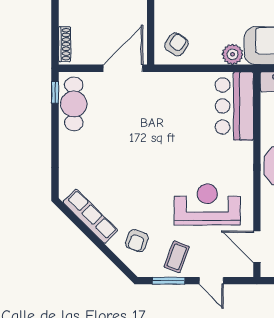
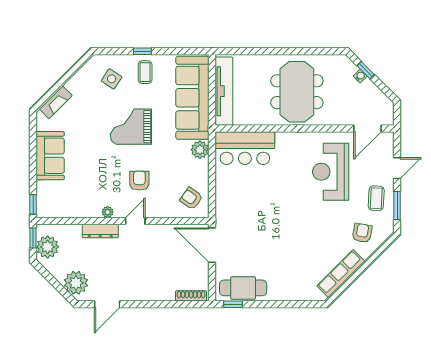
armchair: (137, 241) -> (362, 233), turned -100
coffee table: (177, 257) -> (376, 198), turned 72

